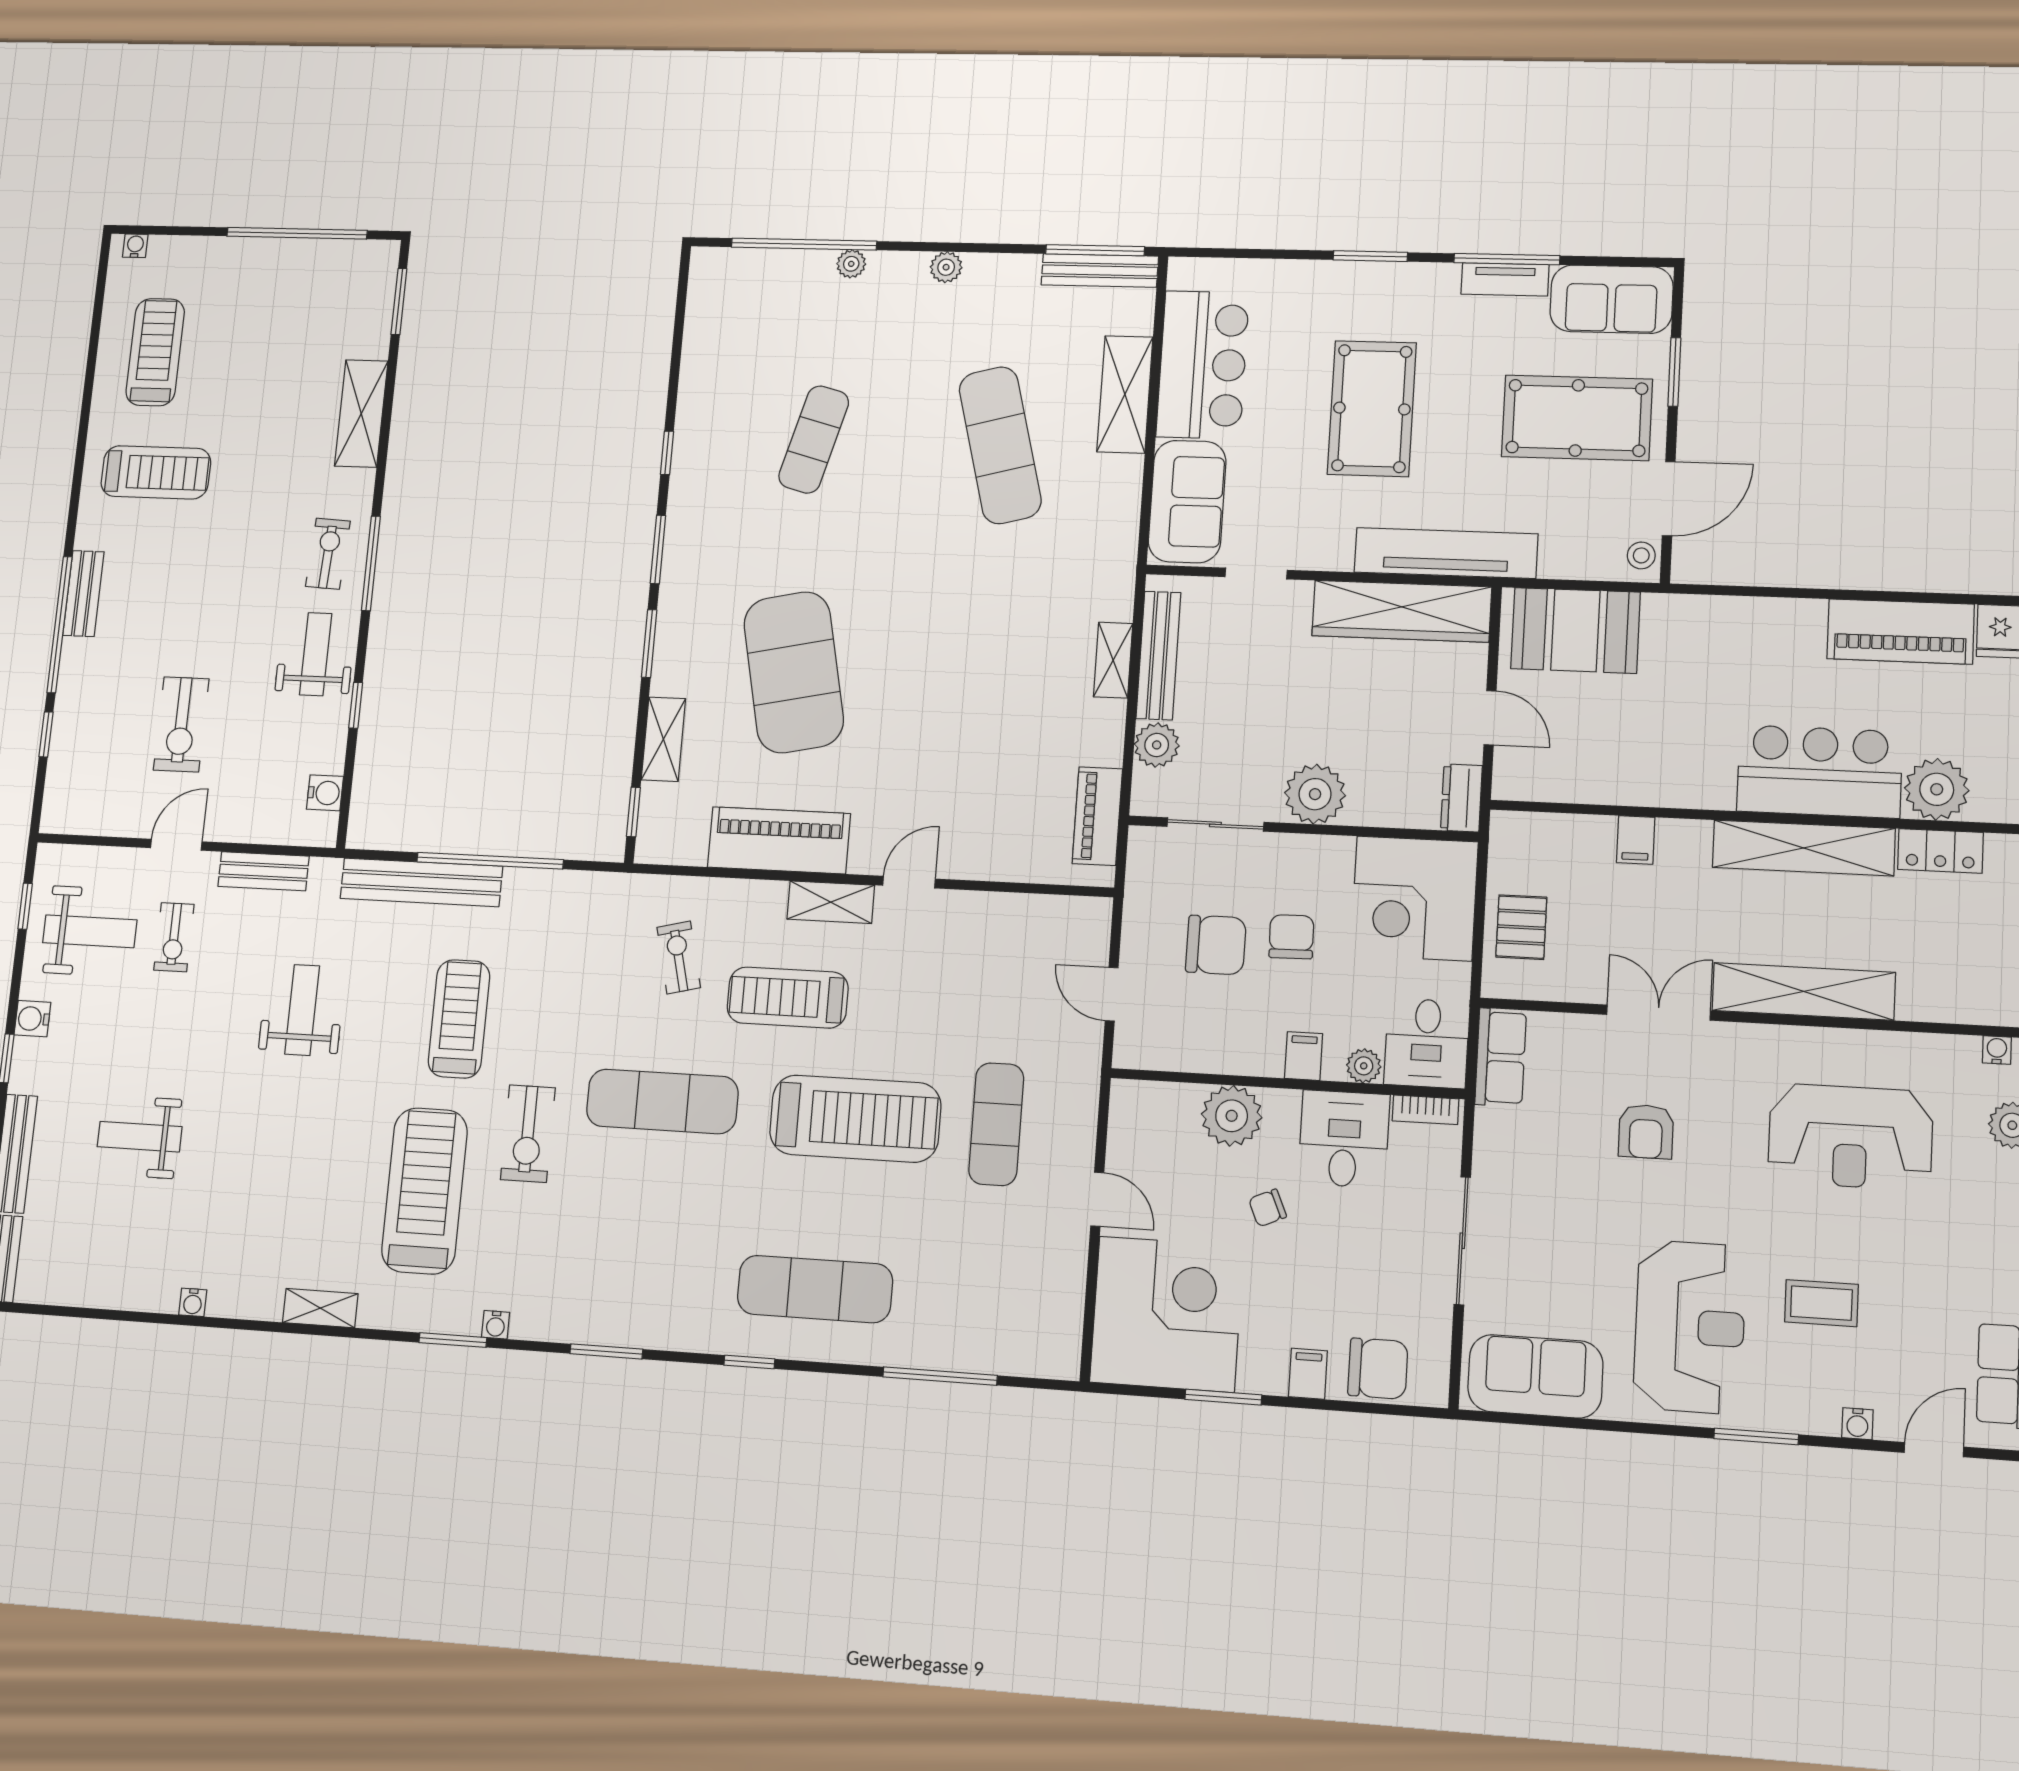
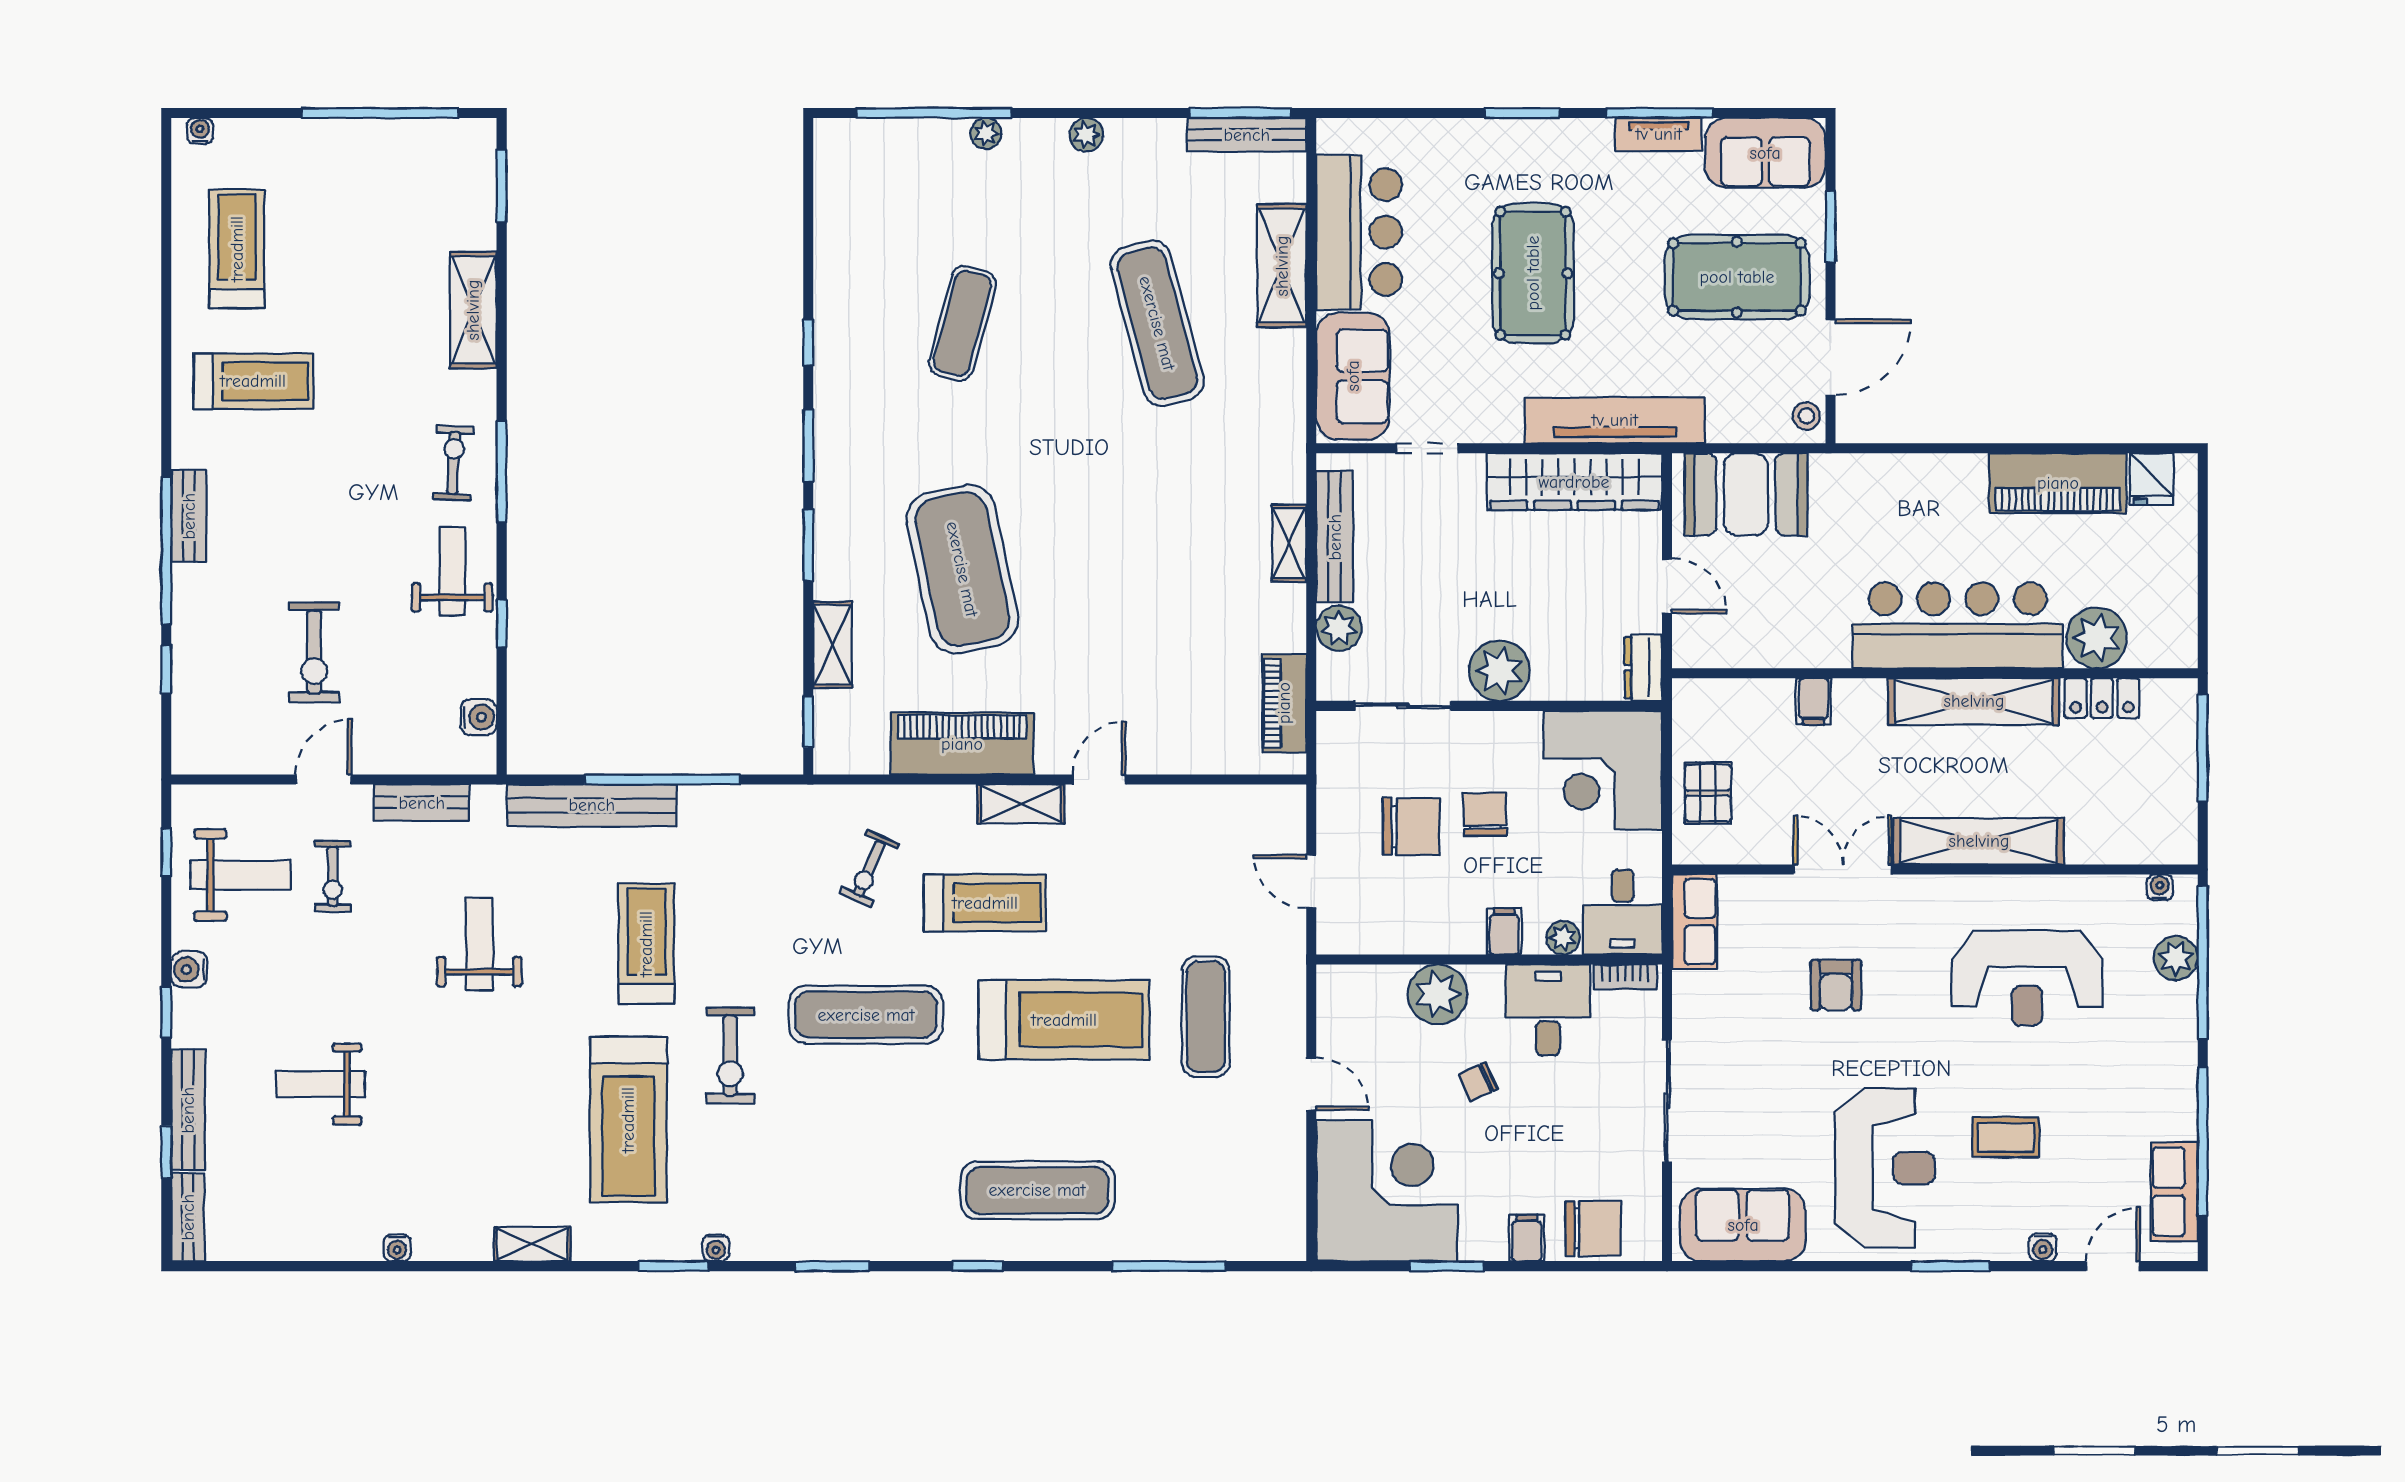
bar counter: (1819, 771) -> (1958, 625), width x1.36
exercise bike: (679, 957) -> (869, 868), turned -142
treadmill: (788, 998) -> (985, 903), turned 180
treadmill: (424, 1191) -> (628, 1120), turned 180

